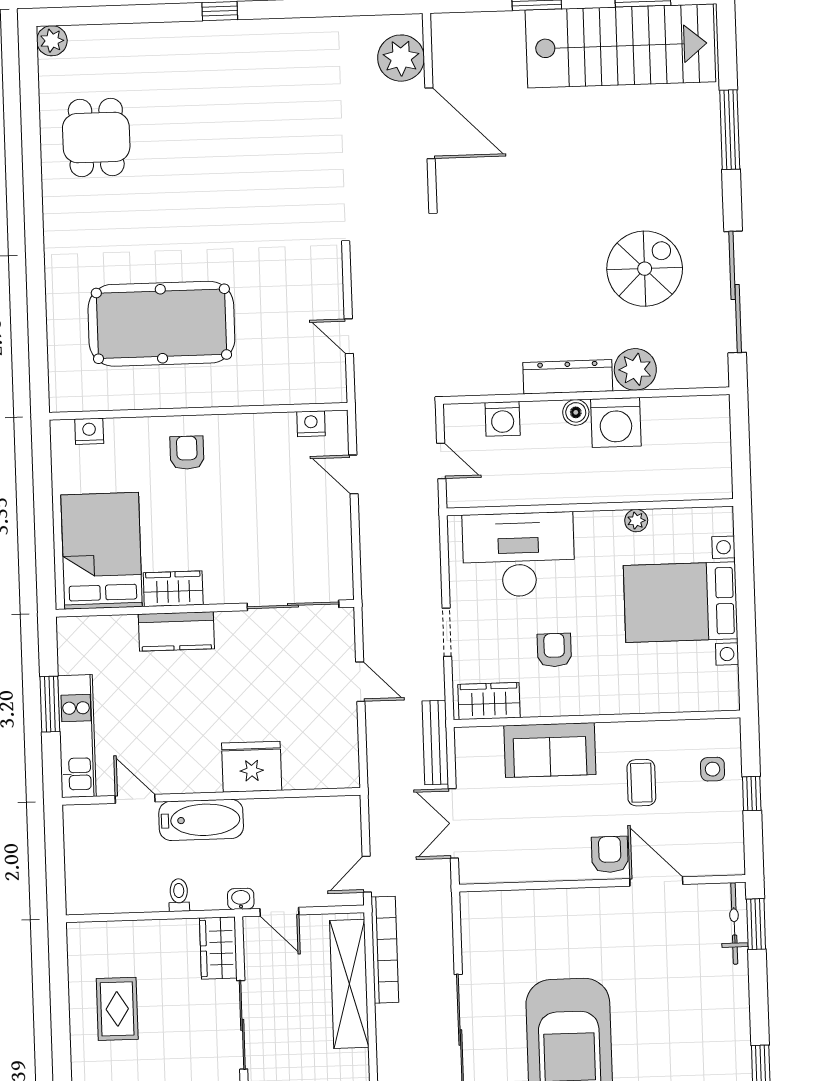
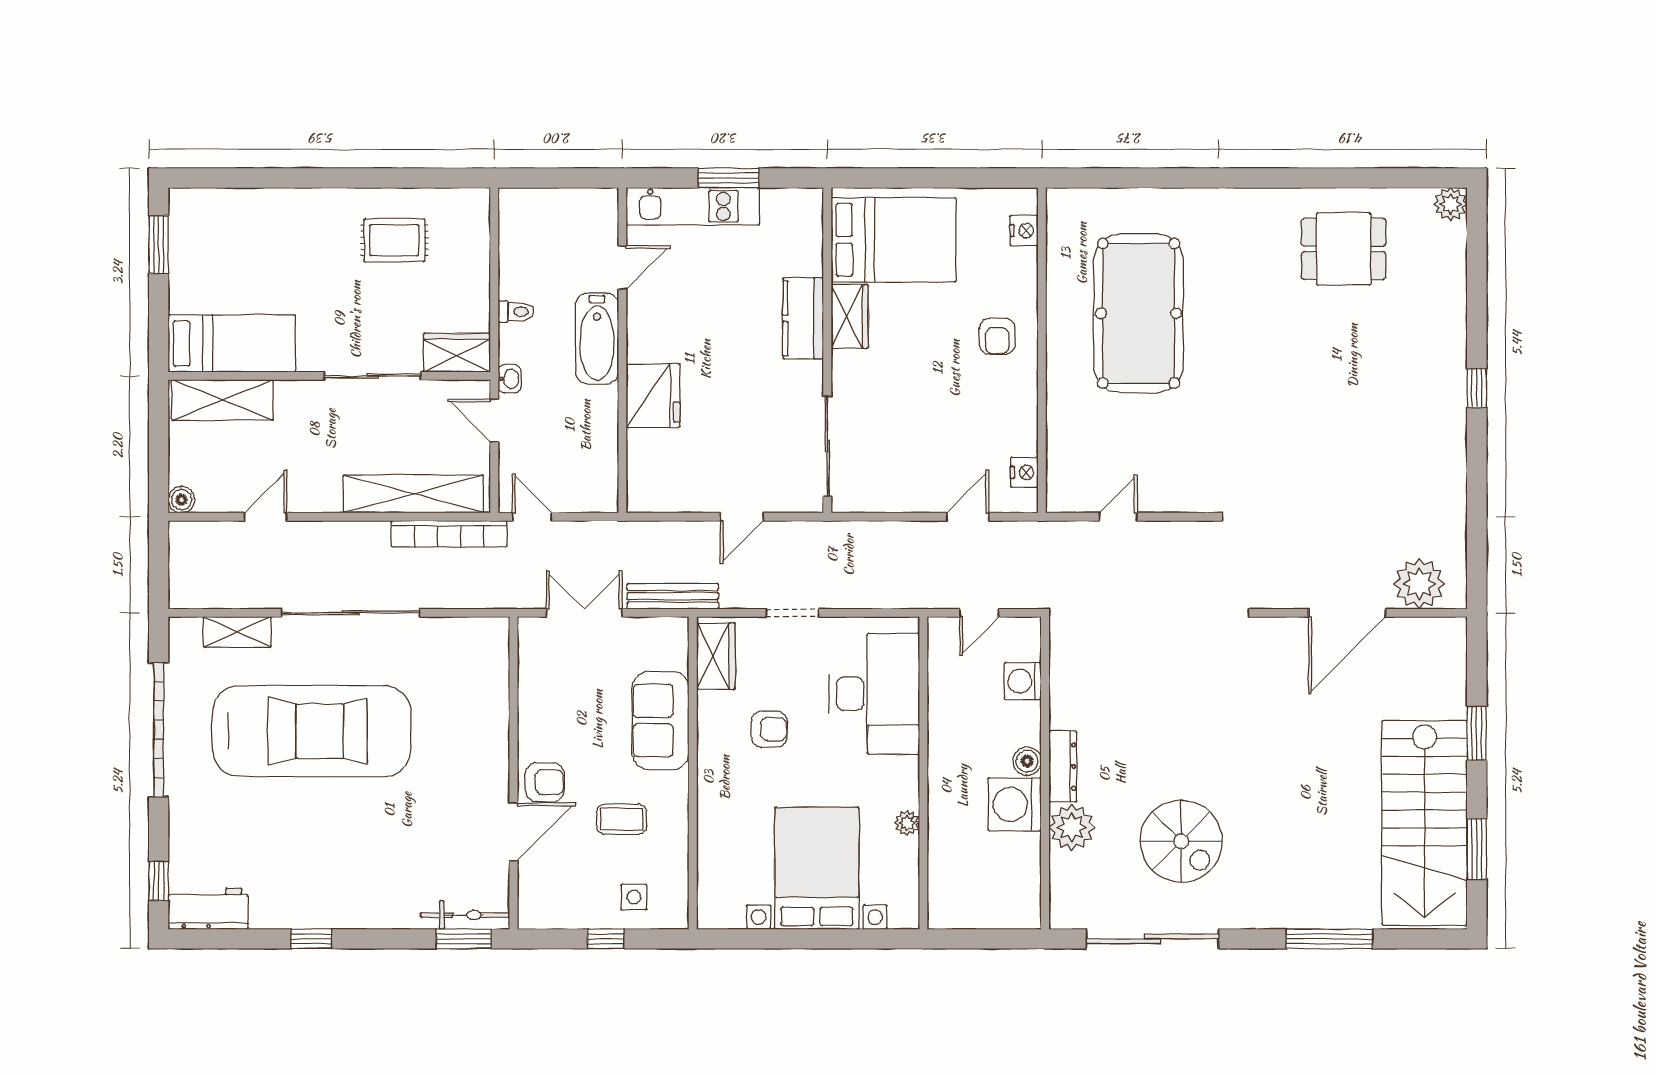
dresser: (568, 377) -> (1063, 767), width x0.73, depth x0.80
armchair: (187, 453) -> (997, 336), turned 90
door: (279, 912) -> (494, 420), hinge flipped

